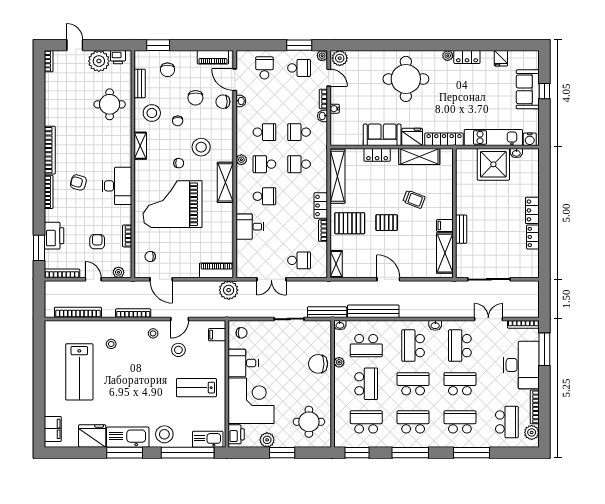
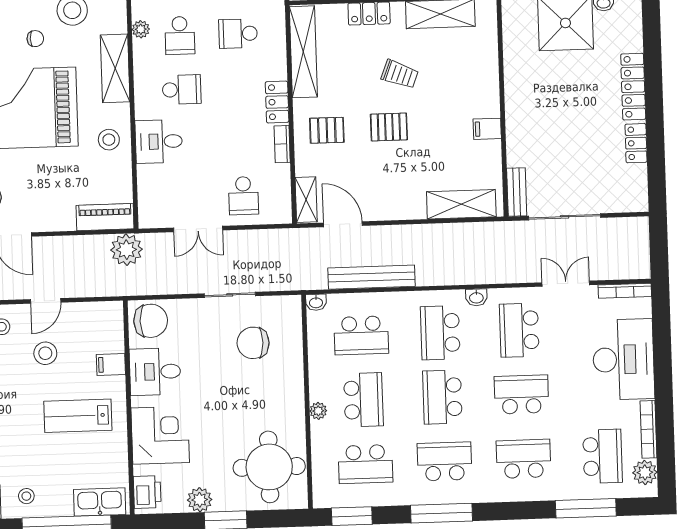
school desk: (264, 164) -> (180, 36), turned -90
trolley: (414, 199) -> (400, 74), moved
locker: (532, 210) -> (633, 87), width x1.53
pallet: (350, 223) -> (327, 130), width x0.67, depth x0.71
stool: (220, 224) -> (109, 140), added
bench: (461, 229) -> (517, 192), moved
shelving: (445, 253) -> (461, 204), moved, turned 90
school desk: (299, 260) -> (243, 196), turned 90
door: (388, 279) -> (343, 224), moved
bench: (327, 312) -> (294, 281), removed
chair: (242, 333) -> (151, 321), width x1.87, depth x1.87
filing cabinet: (217, 335) -> (111, 365), moved
window: (544, 349) -> (662, 332), removed
plant: (339, 362) -> (318, 411), moved
chair: (318, 364) -> (253, 343), moved
school desk: (413, 384) -> (442, 397), turned -90
corner desk: (251, 401) -> (160, 435), width x0.74, depth x0.74
round table: (309, 422) -> (269, 467), width x1.36, depth x1.36
school desk: (366, 422) -> (366, 464), turned 180
stool: (164, 434) -> (26, 496), width x0.53, depth x0.53
window: (472, 453) -> (586, 508), moved

